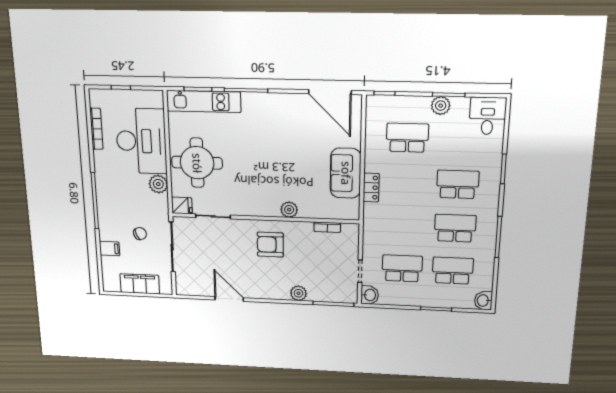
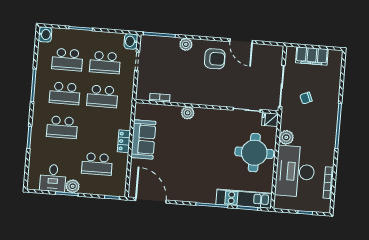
desk: (488, 116) -> (53, 178), moved
locker: (371, 188) -> (124, 141), moved
school desk: (404, 226) -> (102, 96), added
armchair: (270, 245) -> (215, 59), moved
filing cabinet: (110, 249) -> (332, 87), removed

